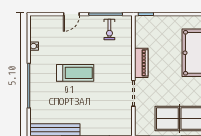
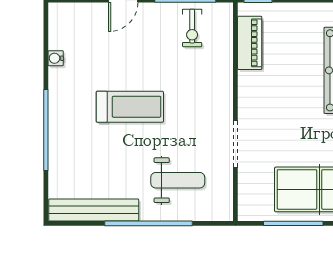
piano: (141, 63) -> (250, 43), moved
weight bench: (102, 113) -> (178, 180), added

